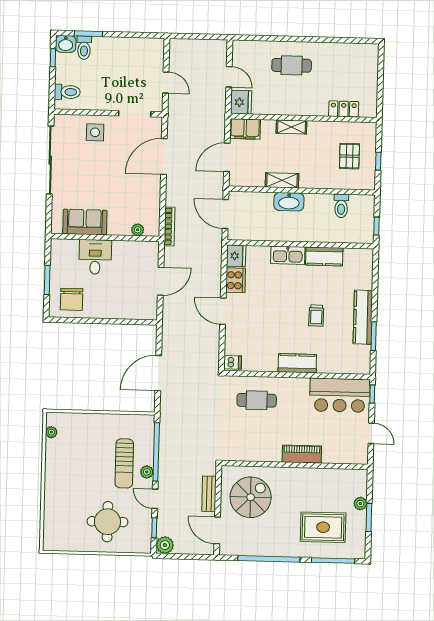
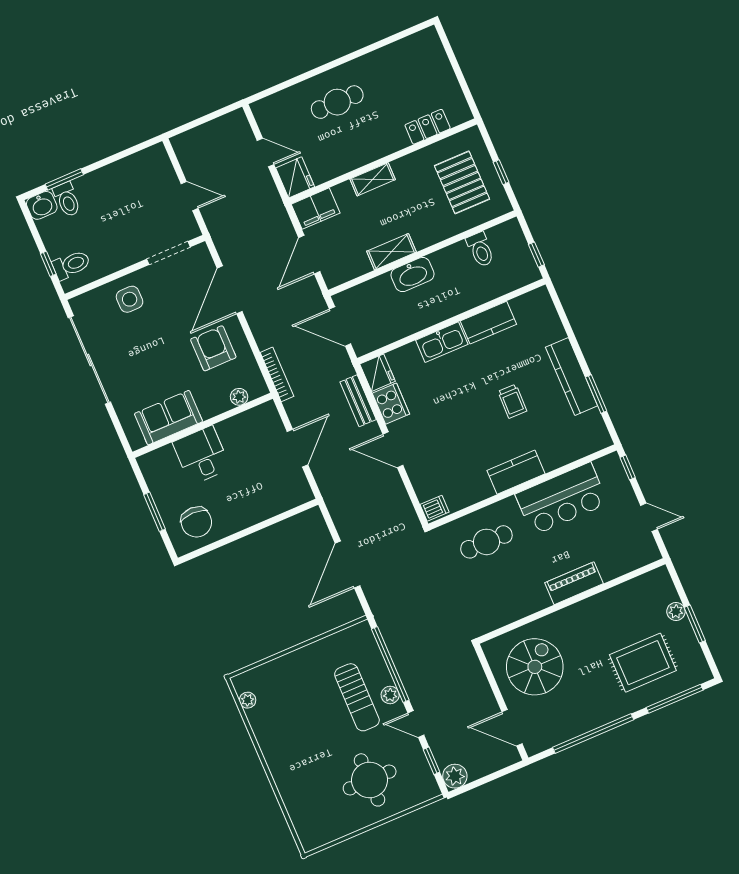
window: (53, 58) -> (48, 264), moved
pallet: (349, 156) -> (462, 182), width x1.50, depth x1.42
armchair: (135, 190) -> (213, 348), added
bar counter: (340, 395) -> (562, 499), moved
bench: (209, 494) -> (358, 401), moved

